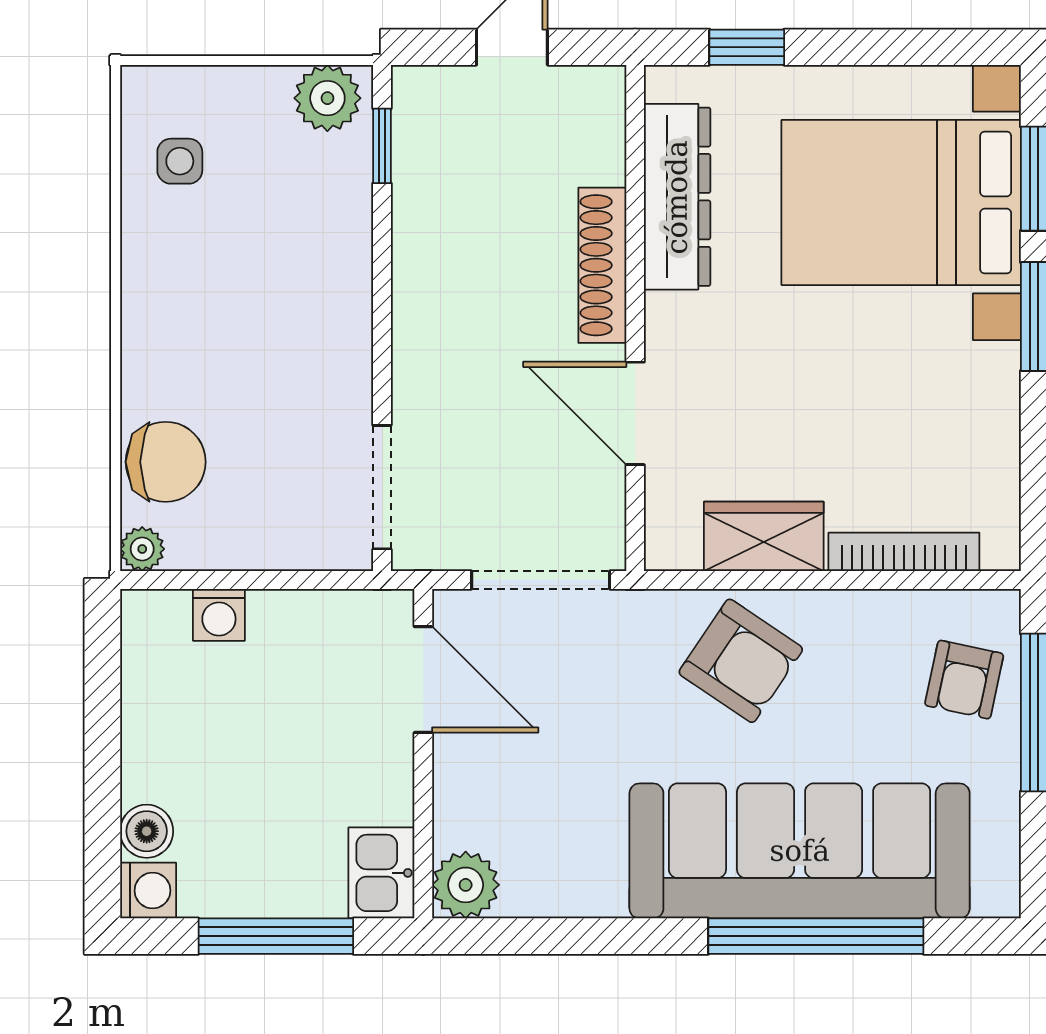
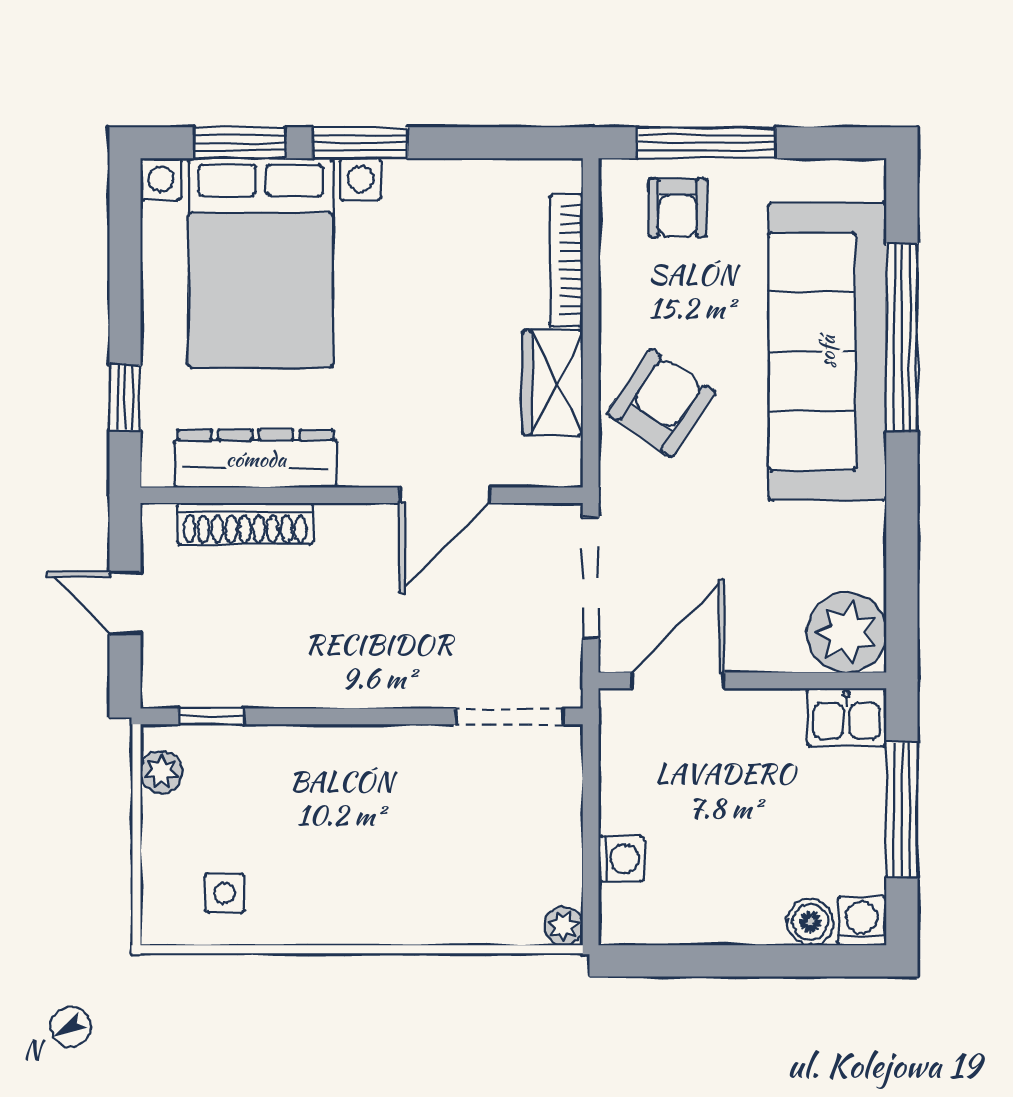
plant: (327, 98) -> (162, 772), width x0.73, depth x0.73
shoe rack: (602, 265) -> (245, 524), moved
chair: (166, 462) -> (487, 906), removed
armchair: (964, 680) -> (678, 208), turned 78
plant: (466, 885) -> (846, 633), width x1.36, depth x1.36

